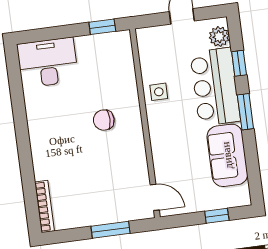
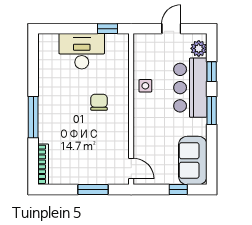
desk: (48, 63) -> (82, 51), moved
chair: (104, 120) -> (99, 102), turned 90
window: (24, 149) -> (33, 117), added
sofa: (227, 155) -> (193, 160), moved

